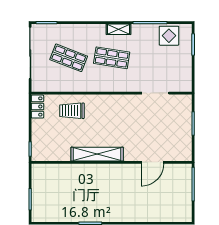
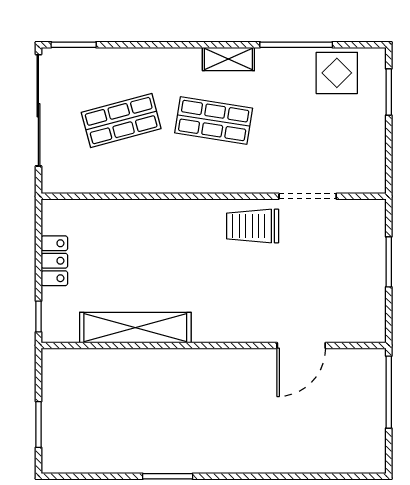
shop shelf: (69, 58) -> (121, 121), turned -36
locker: (38, 107) -> (54, 261), moved
trolley: (72, 111) -> (253, 226), moved
shelving: (97, 154) -> (135, 328), moved

